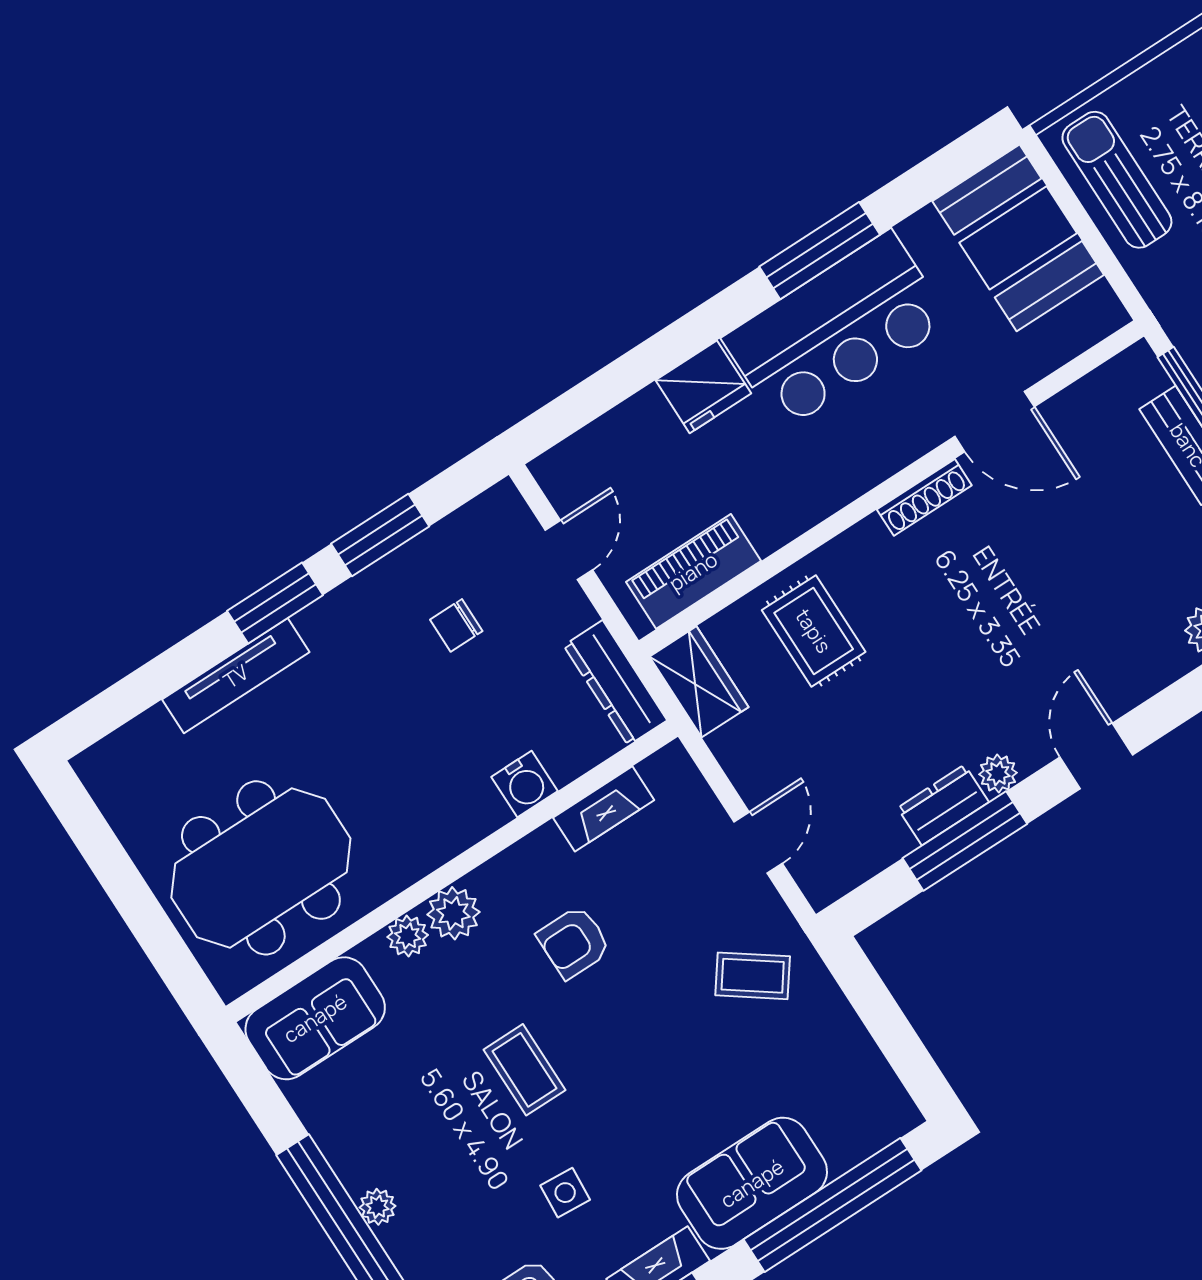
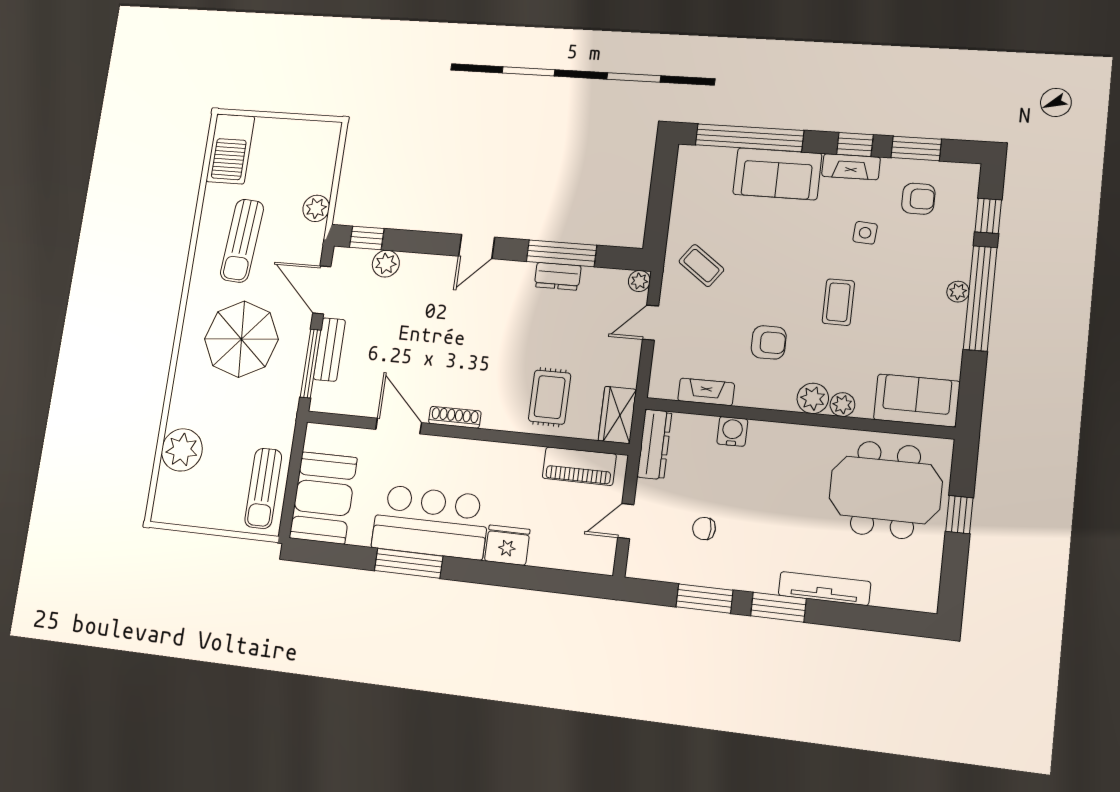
chair: (456, 625) -> (704, 528), turned 180
plant: (998, 774) -> (639, 281), moved
window: (142, 912) -> (959, 515), added

